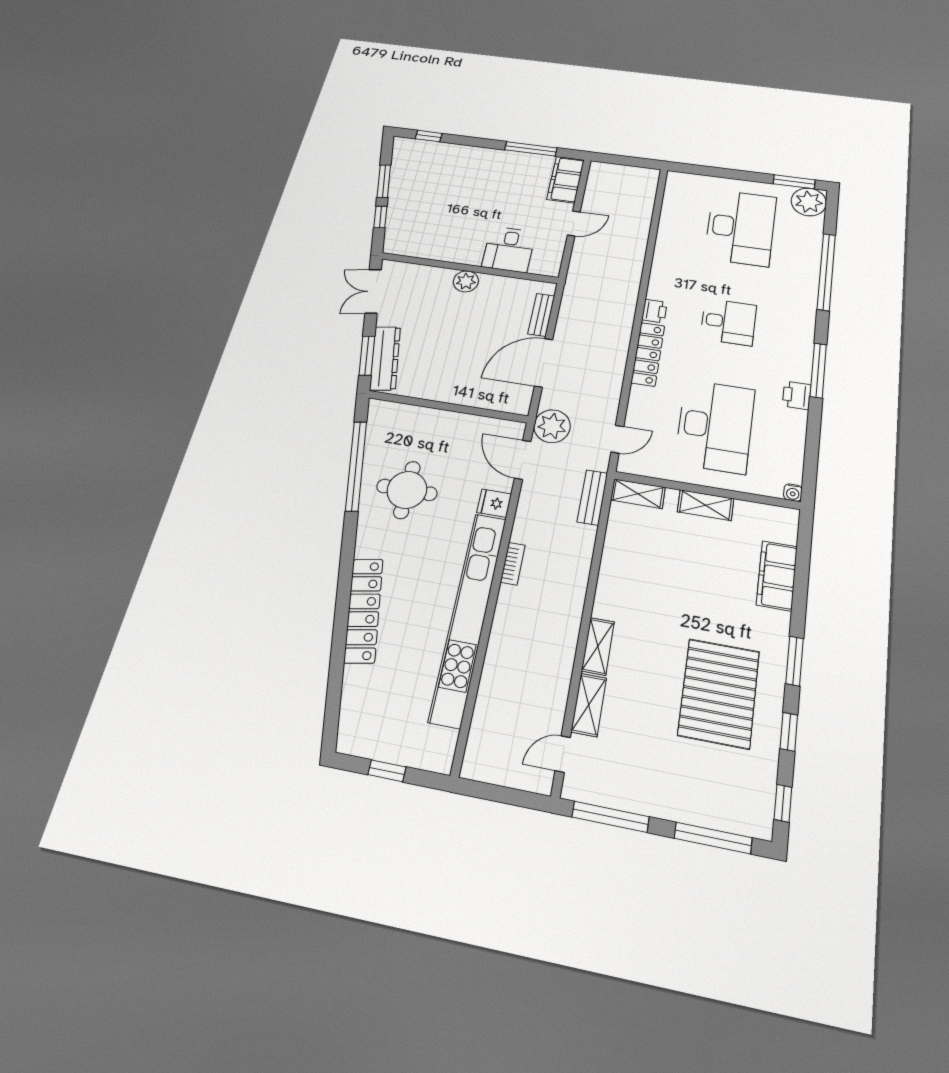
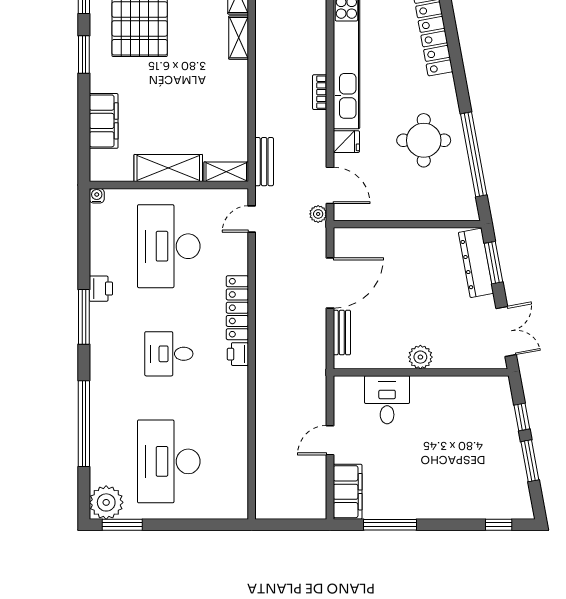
plant: (552, 426) -> (318, 214), width x0.53, depth x0.53
shelving: (706, 505) -> (168, 168), width x1.50, depth x1.33

